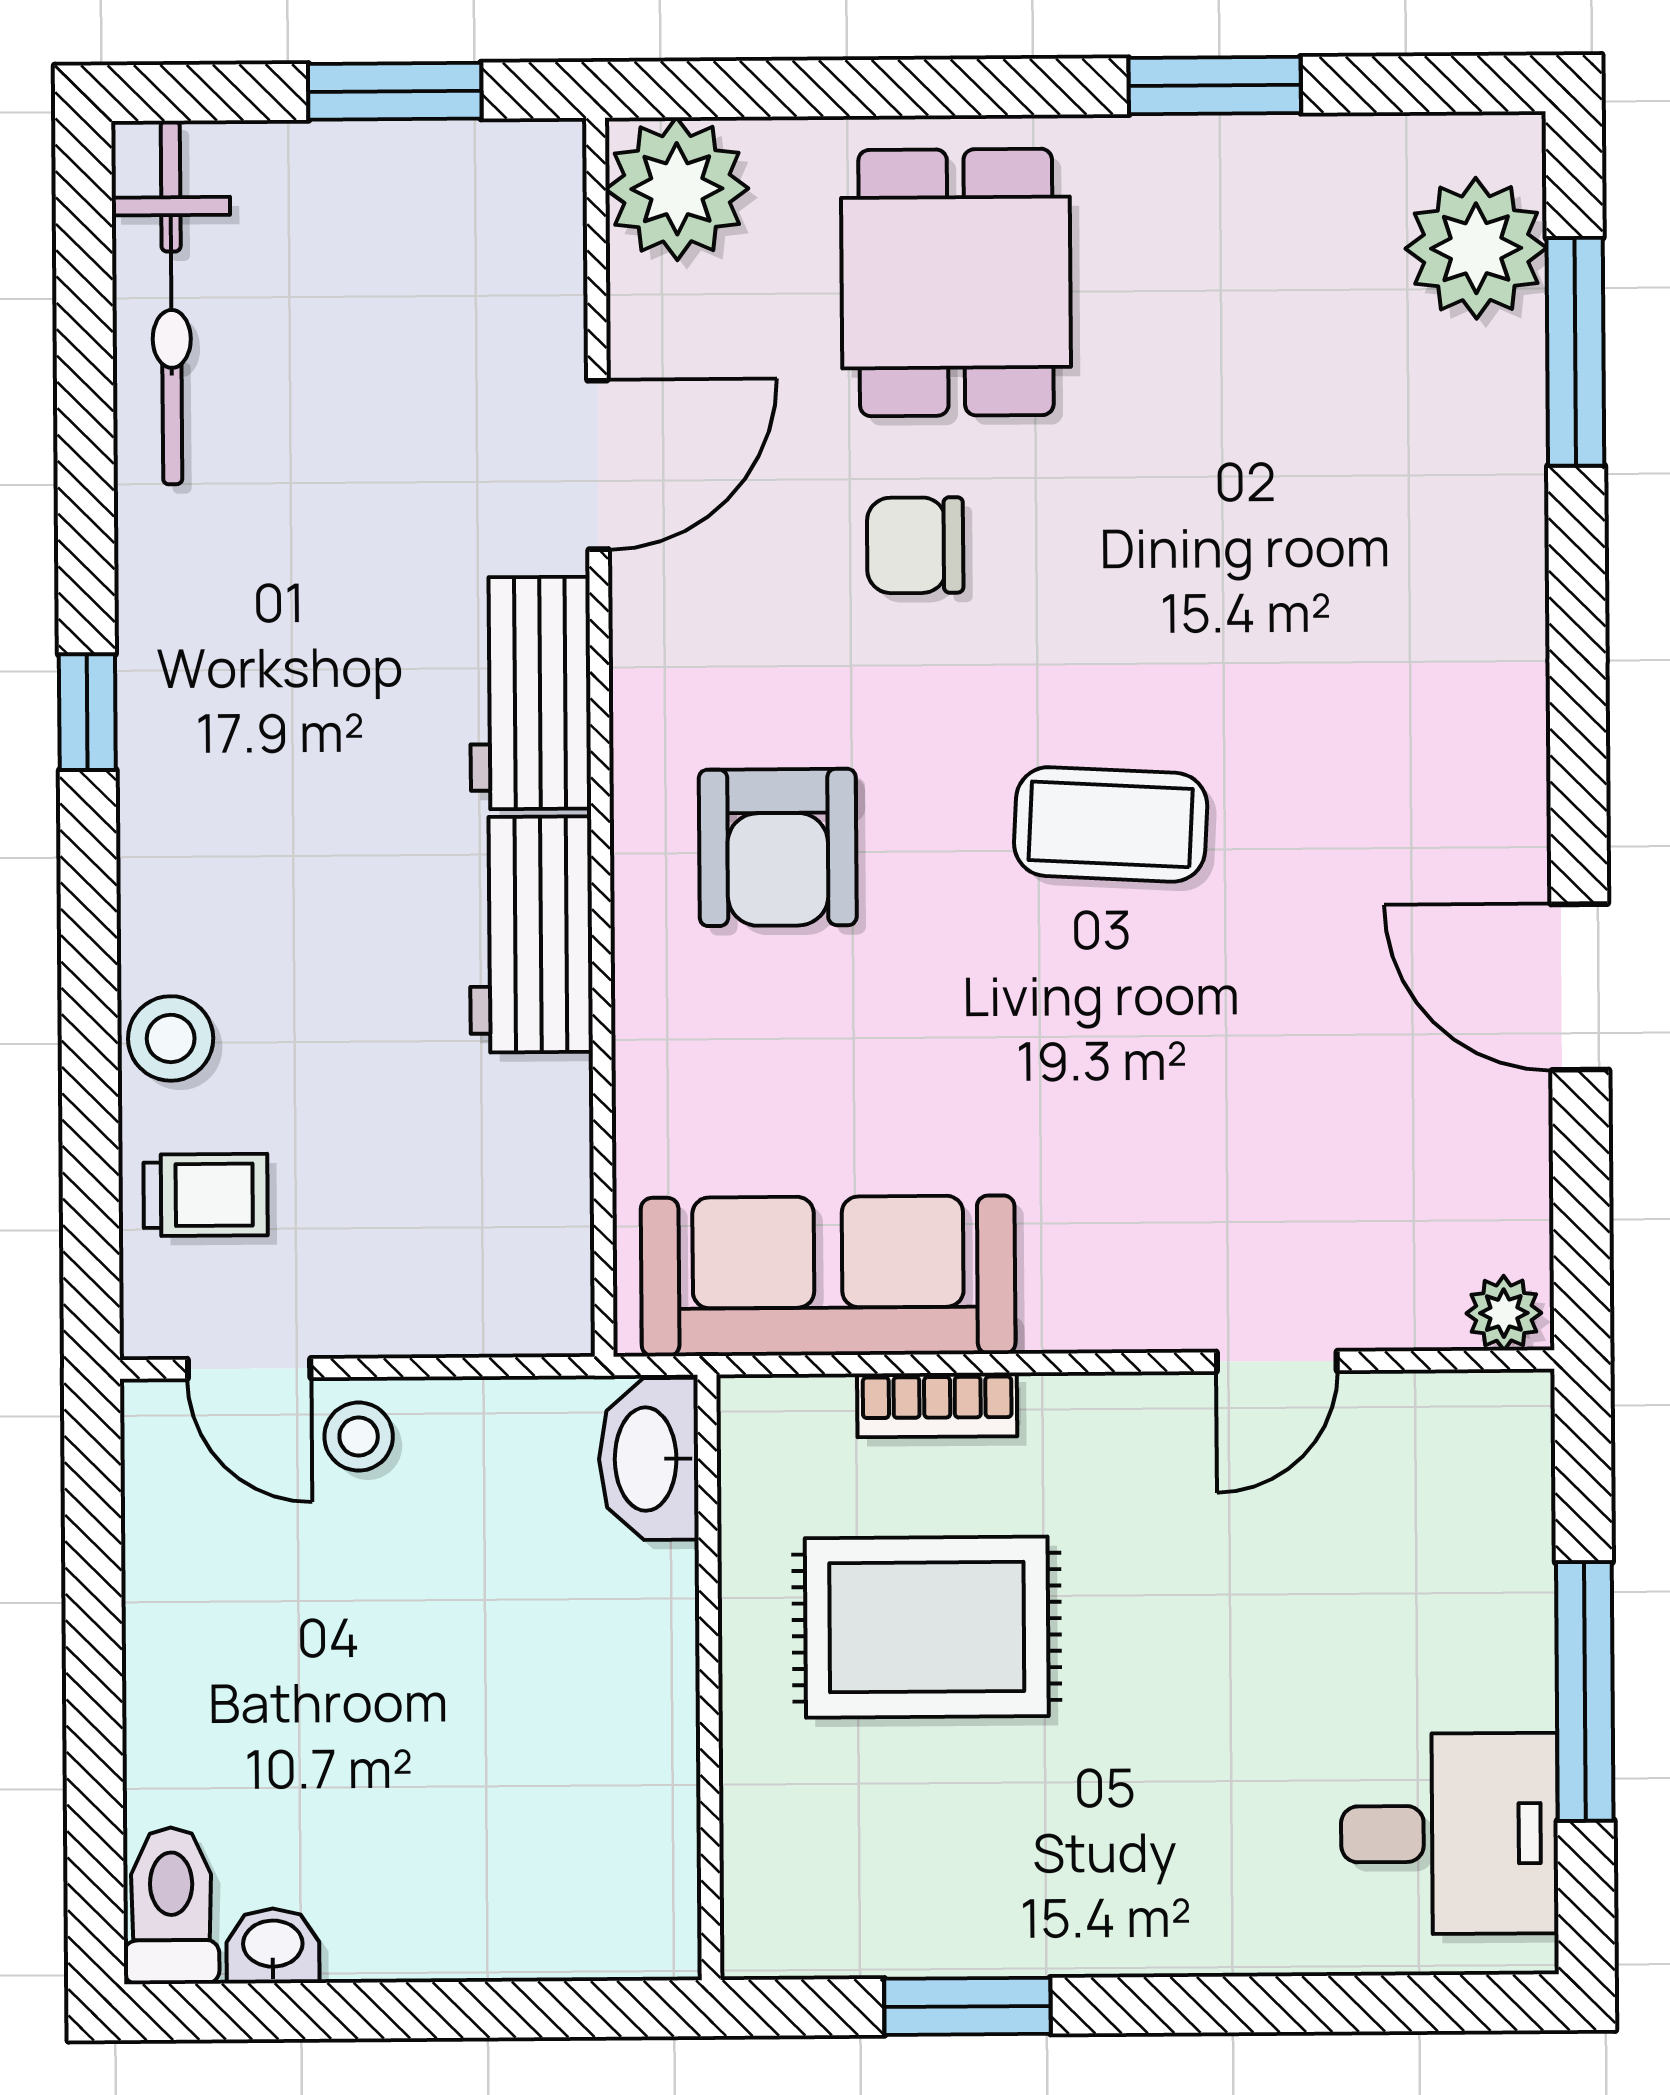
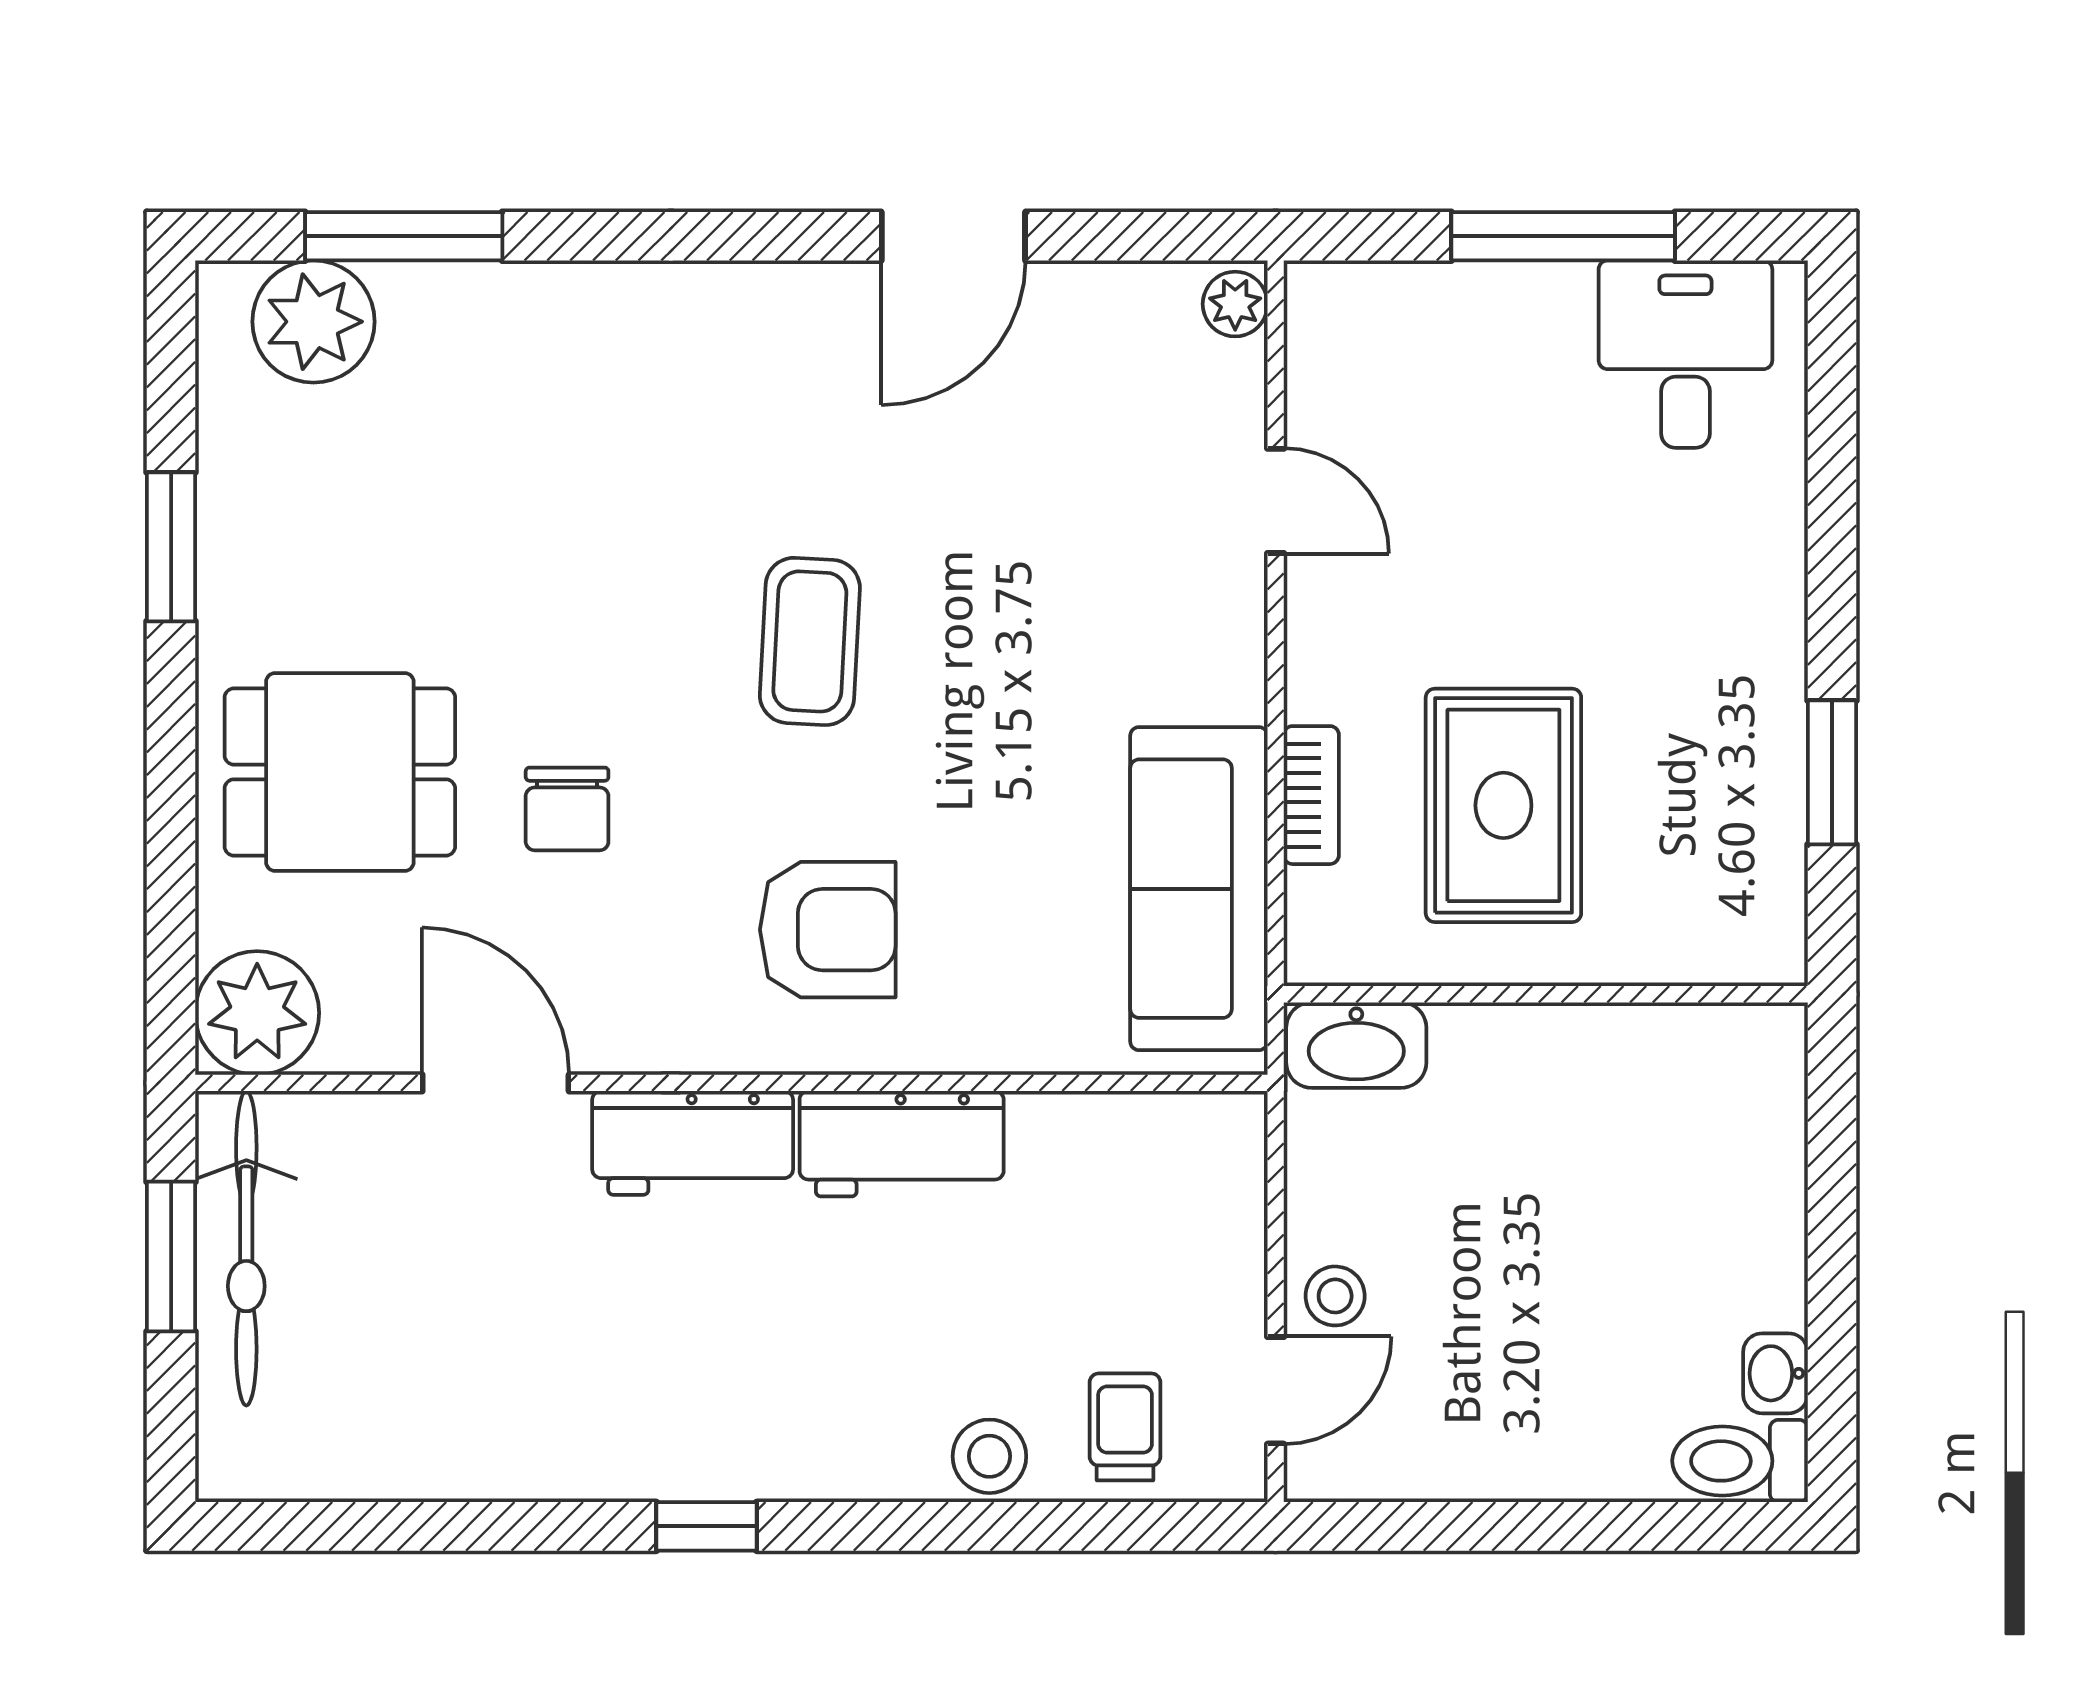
bicycle: (171, 303) -> (246, 1248), moved, turned 90

